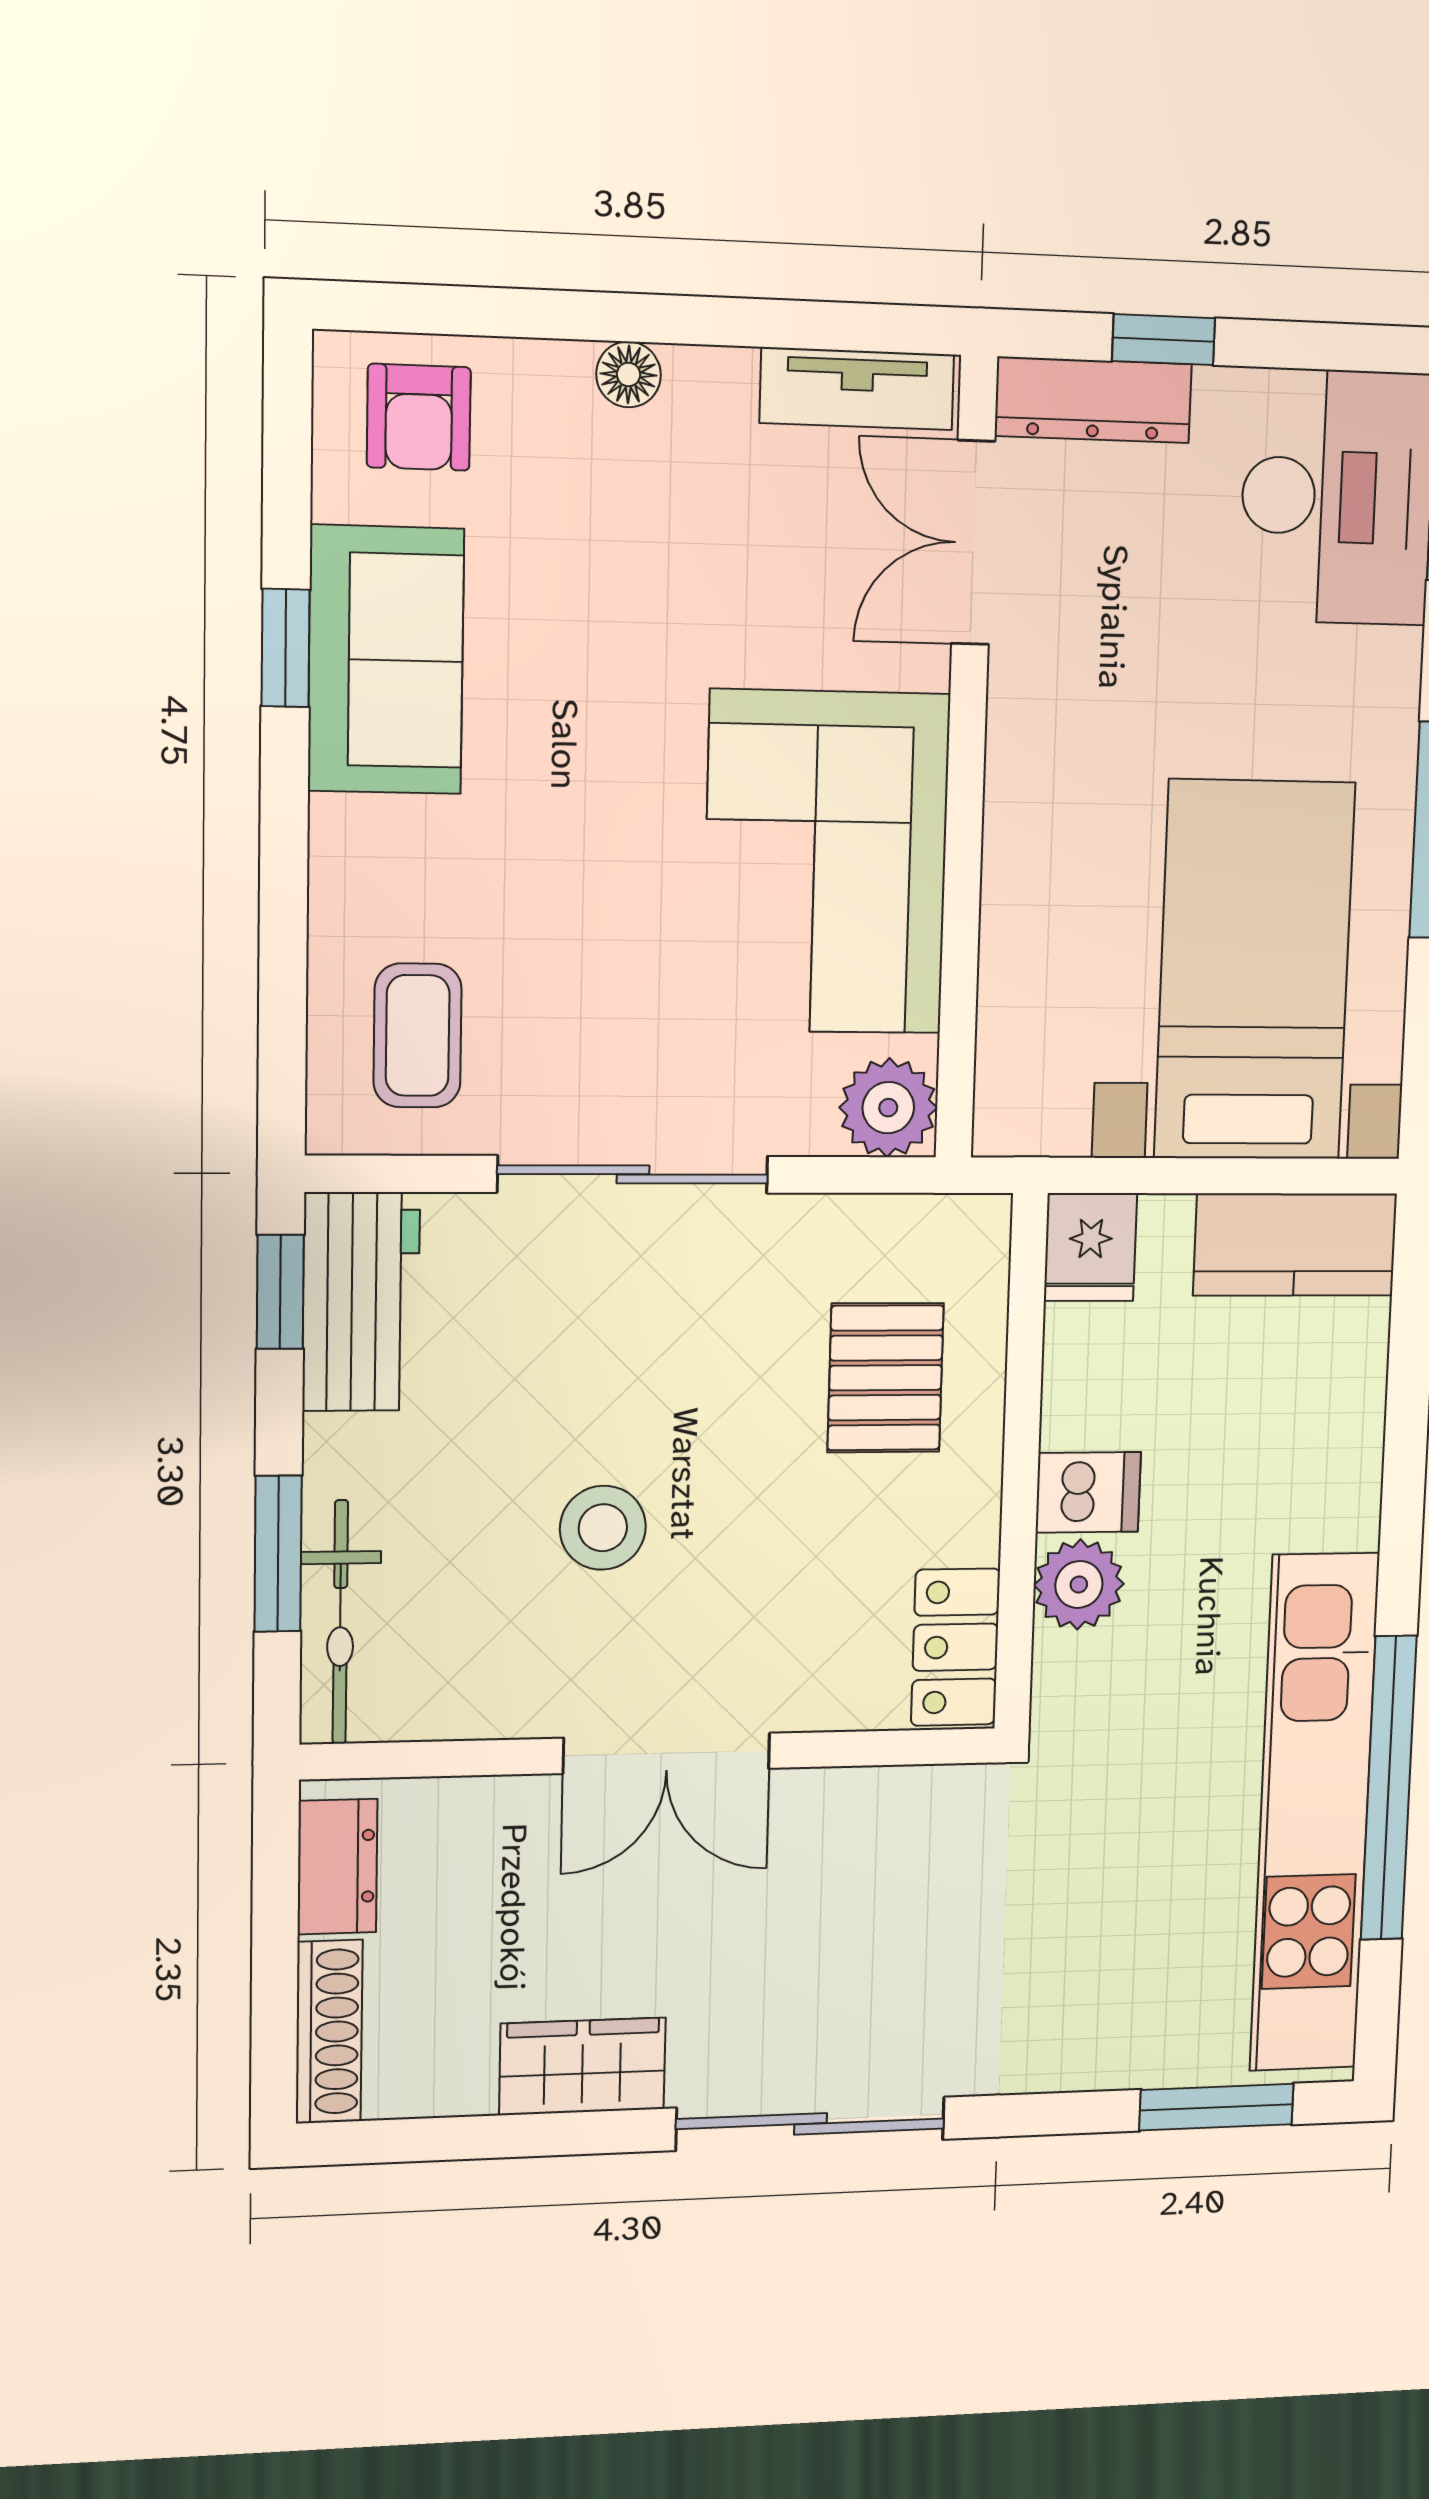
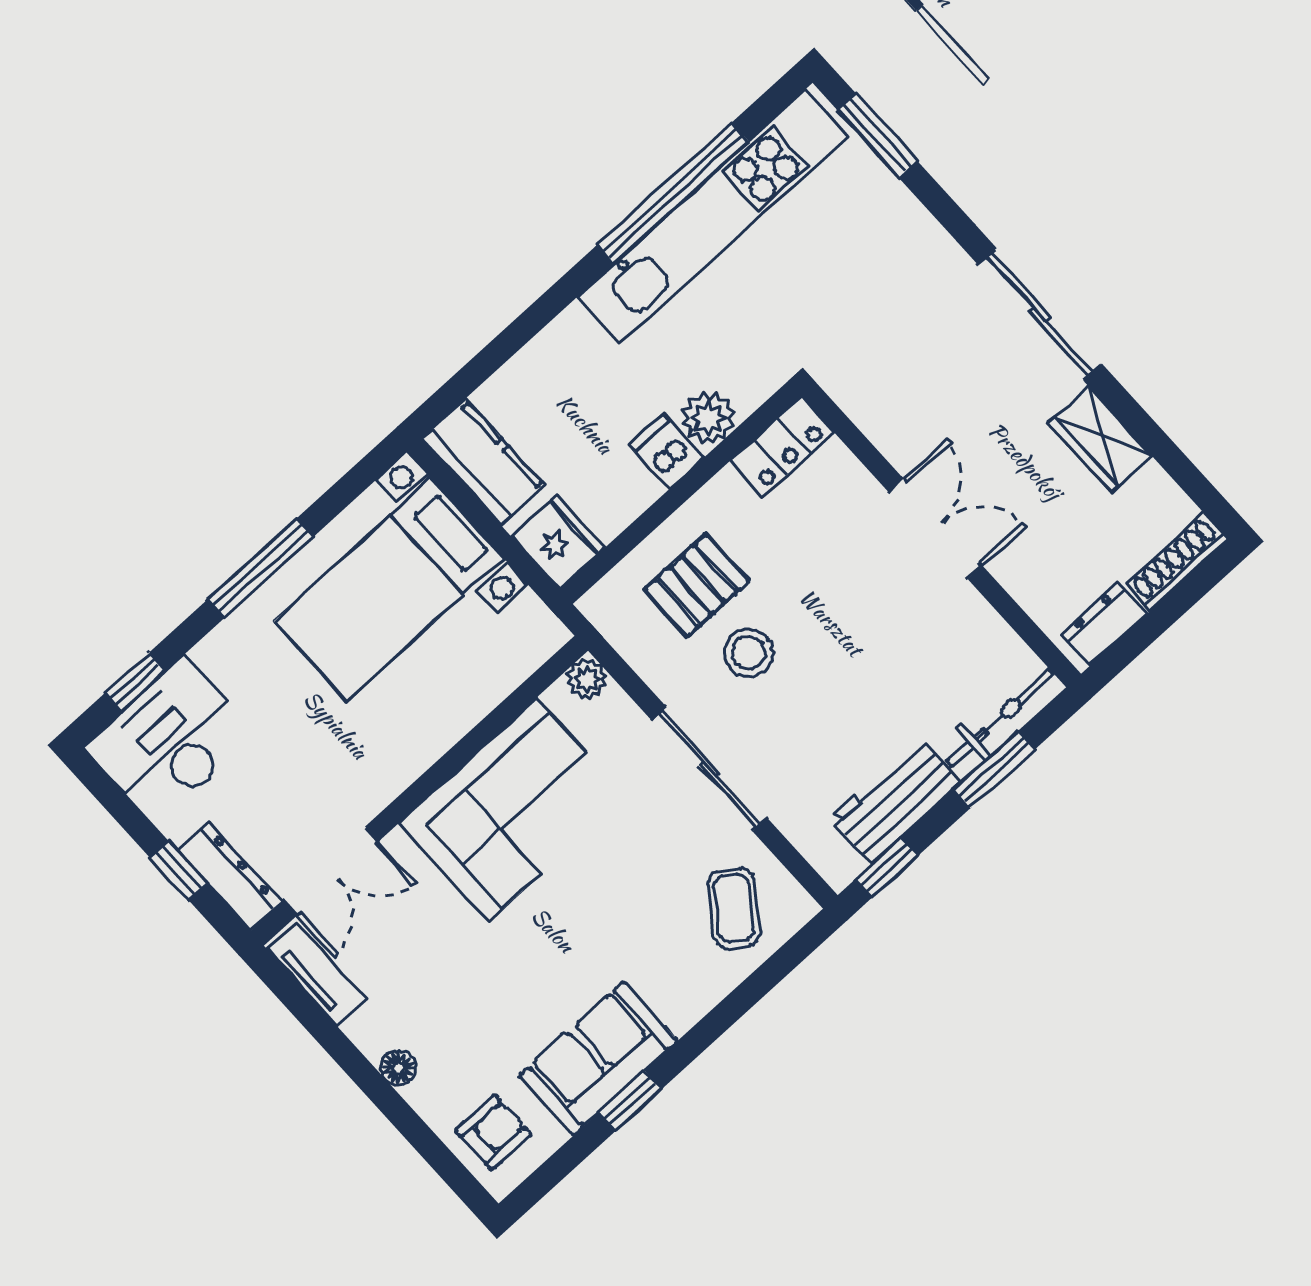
coffee table: (418, 1035) -> (734, 908), turned -55
plant: (888, 1108) -> (587, 679), width x0.73, depth x0.73
fridge: (1090, 1247) -> (558, 542), width x1.38
workbench: (361, 1302) -> (895, 801), moved
stool: (603, 1528) -> (749, 653), moved

